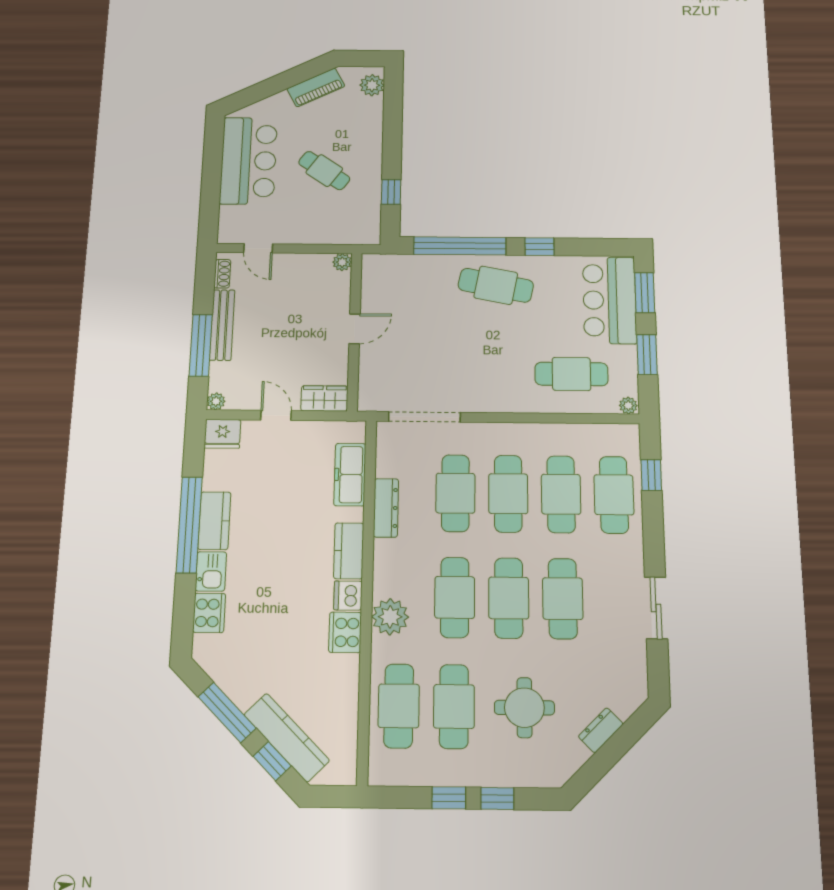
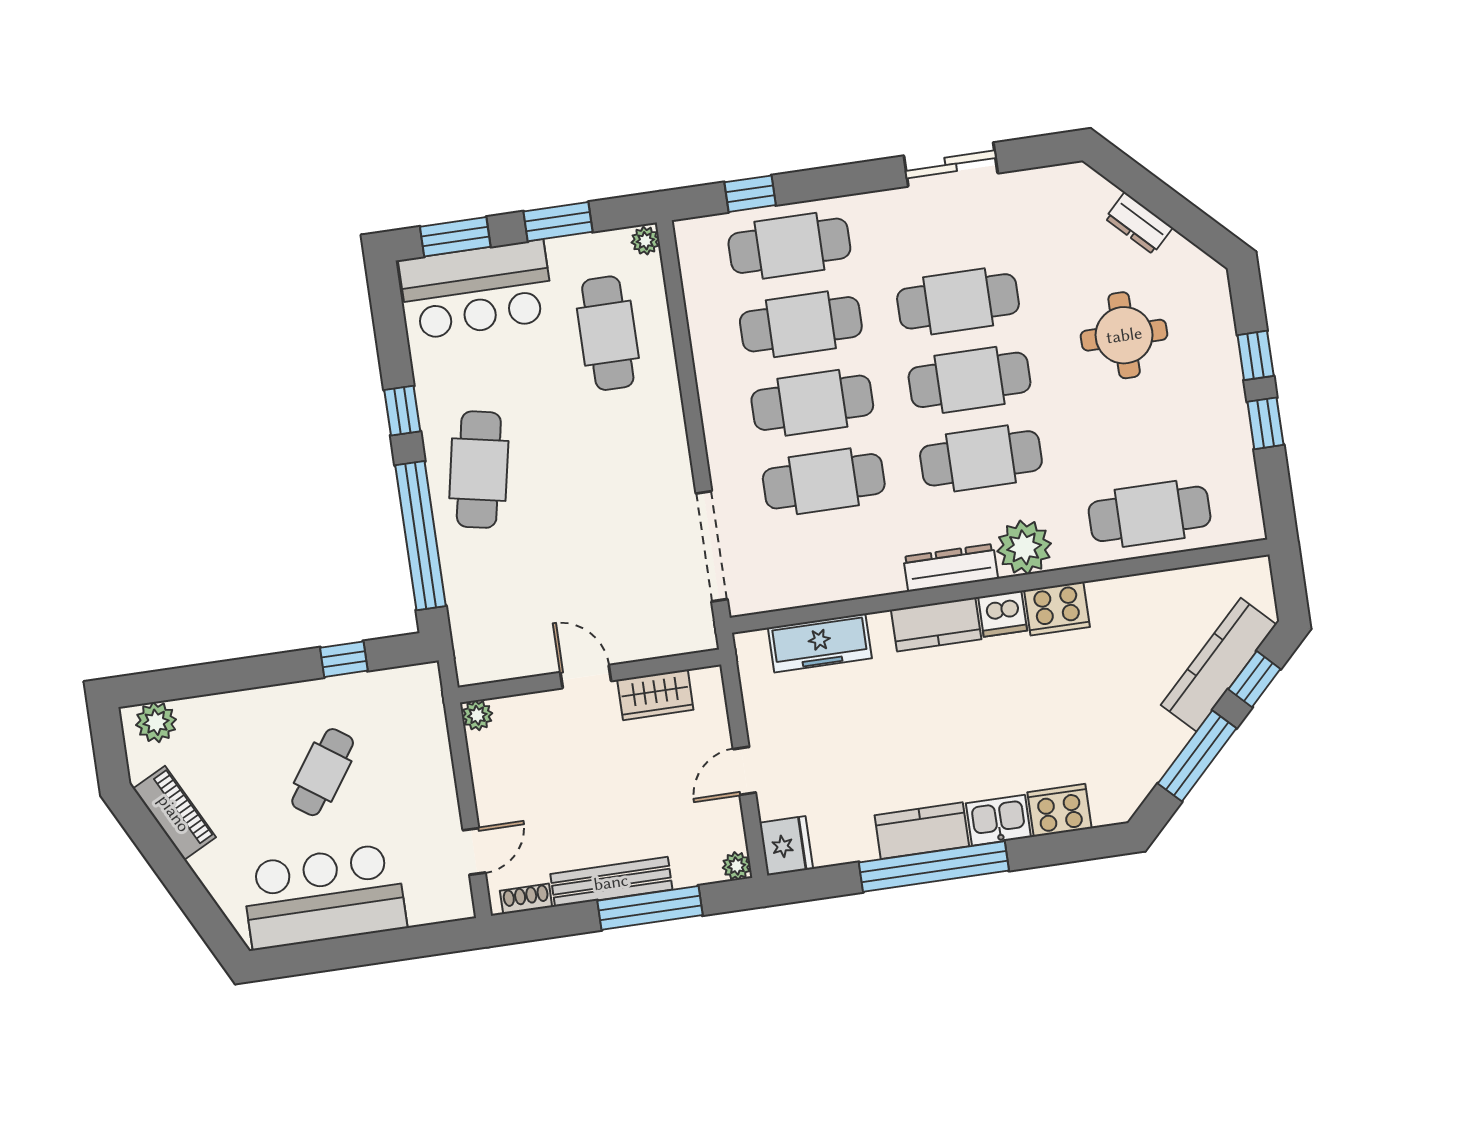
wardrobe: (324, 398) -> (655, 695), moved, turned -90
dresser: (386, 508) -> (951, 568), moved
cafe table: (454, 706) -> (1138, 435), removed

